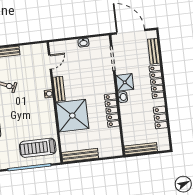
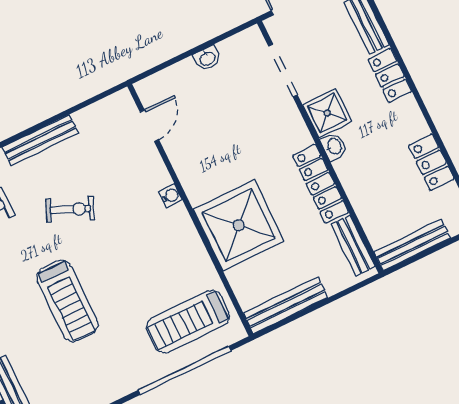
locker: (156, 82) -> (390, 75), width x0.66
bench: (59, 89) -> (353, 246), moved

